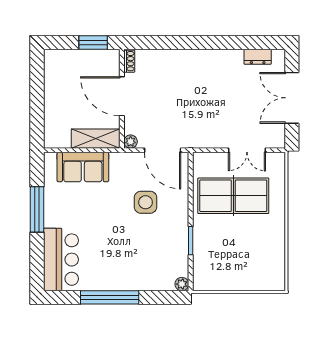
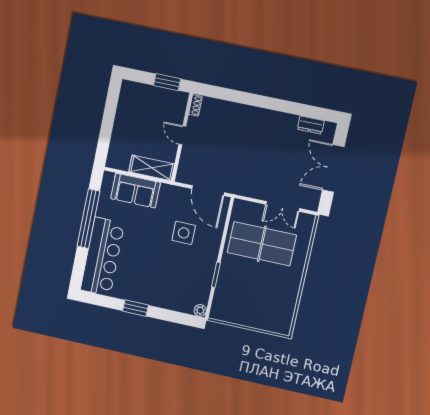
door: (122, 96) -> (182, 135), width x0.53
plant: (131, 142) -> (182, 177), removed
window: (37, 209) -> (89, 219), width x1.46
bar counter: (61, 260) -> (102, 257), width x1.36
window: (110, 297) -> (135, 308), width x0.47

